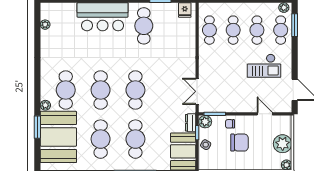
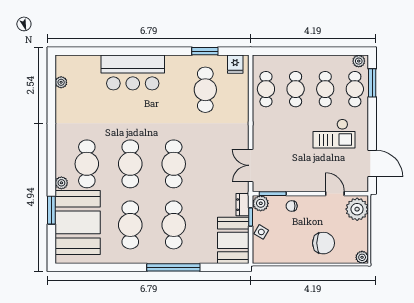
cafe table: (144, 26) -> (205, 90), moved
chair: (239, 143) -> (324, 243), moved
plant: (283, 144) -> (357, 209), moved

